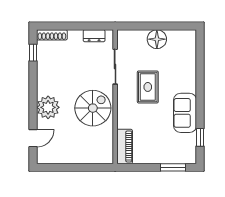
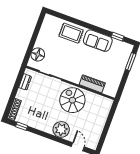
floor lamp: (157, 39) -> (38, 54), moved
rug: (148, 87) -> (71, 33), moved
piano: (125, 146) -> (92, 84), moved

